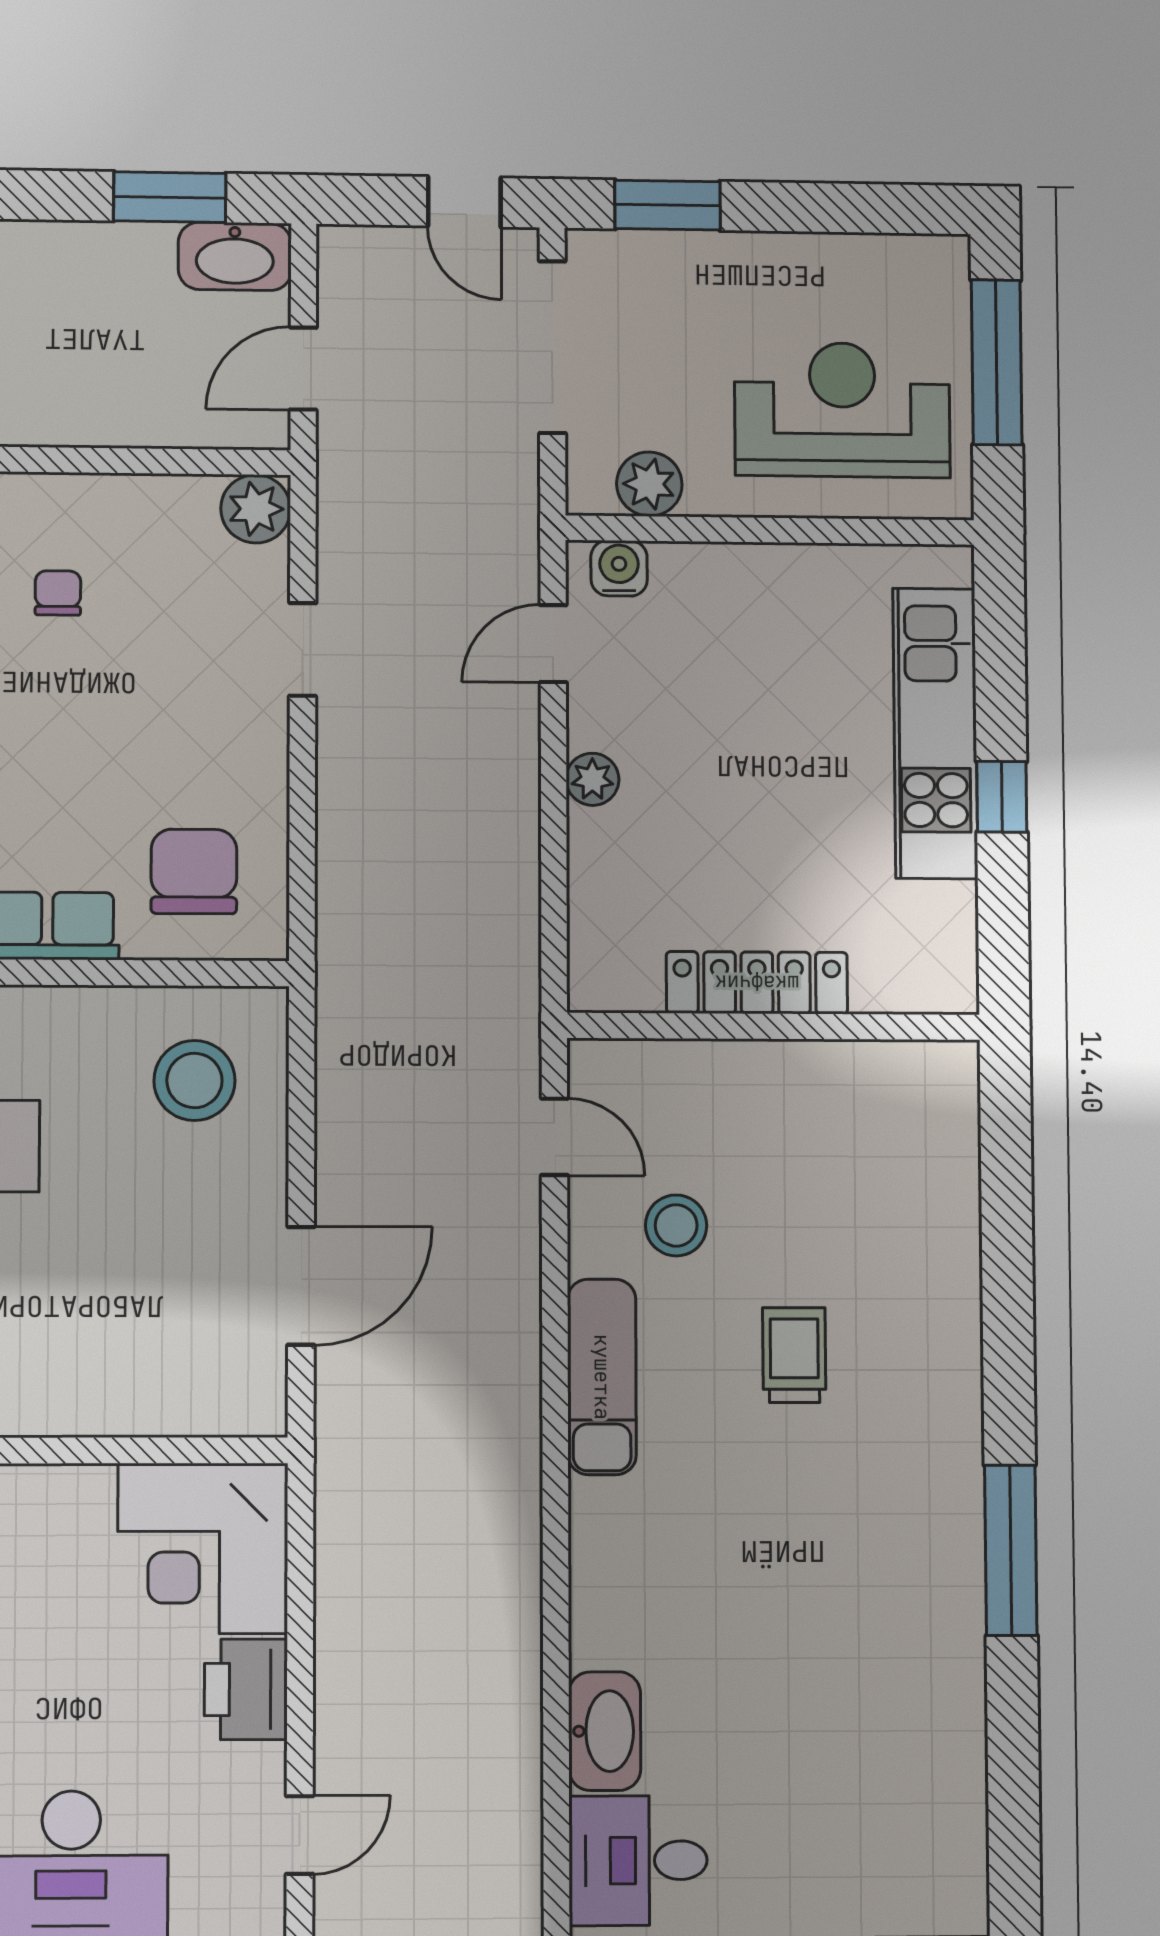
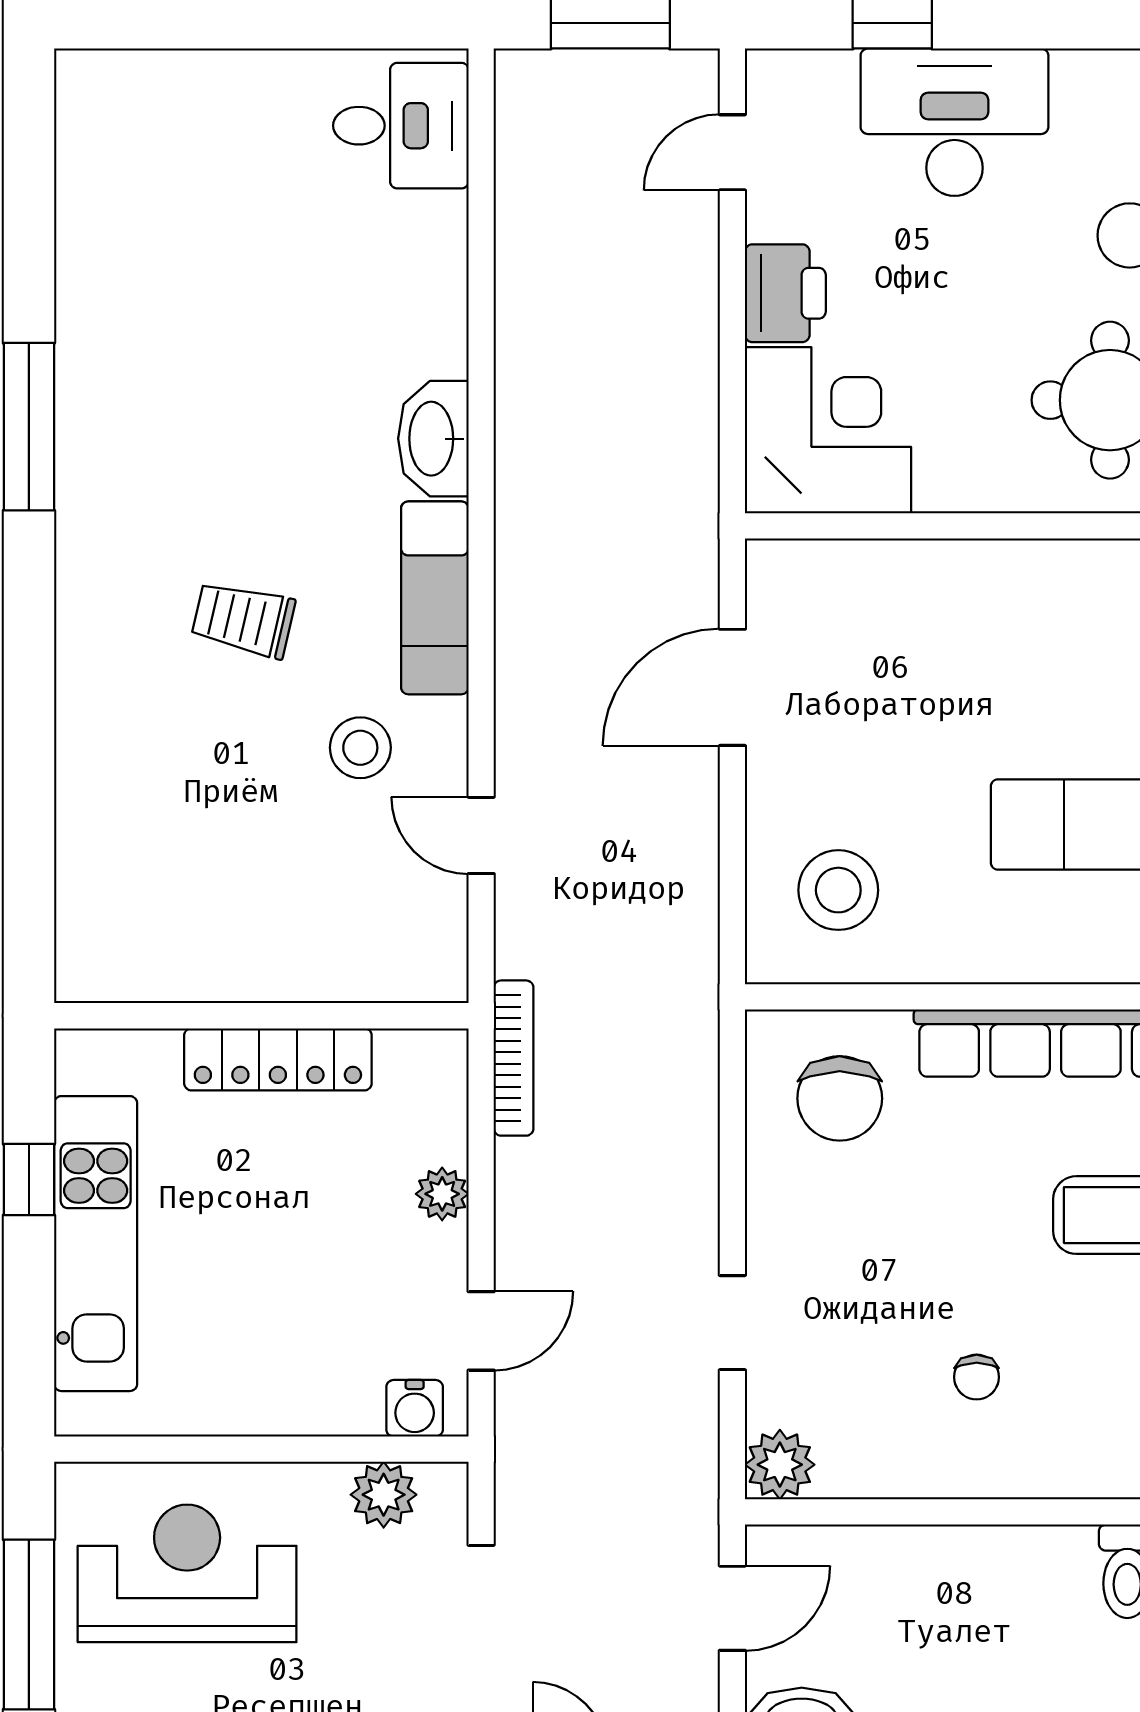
reception desk: (842, 410) -> (187, 1573), turned 180
bookcase: (521, 914) -> (514, 1058), added
locker: (757, 983) -> (278, 1059), moved
wall: (774, 1026) -> (261, 1016), moved
trolley: (794, 1355) -> (243, 619), turned 103
washbasin: (605, 1731) -> (433, 439), moved

